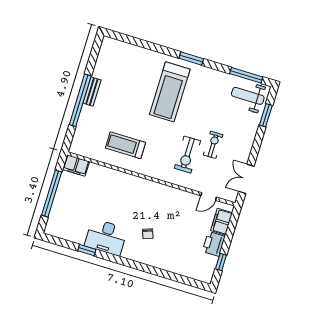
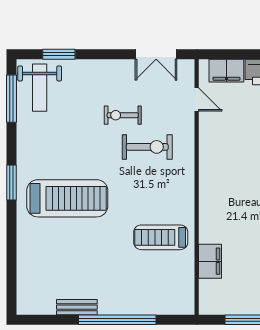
bench: (92, 92) -> (77, 307), moved
treadmill: (126, 145) -> (161, 237), turned 90
filing cabinet: (76, 165) -> (210, 261), moved

